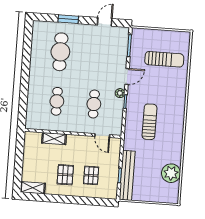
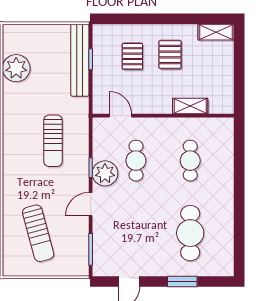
sun lounger: (164, 59) -> (38, 233), turned -105
plant: (120, 93) -> (105, 173), width x1.87, depth x1.87

